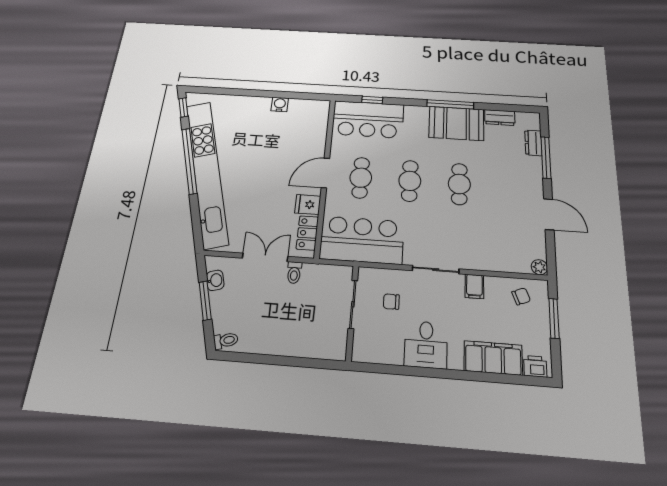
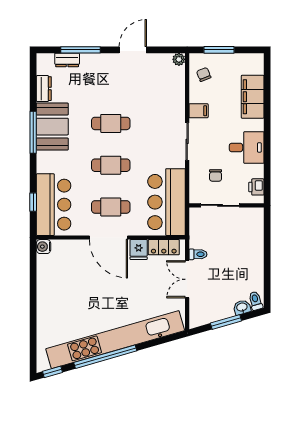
water cooler: (280, 104) -> (44, 247), moved
door: (325, 173) -> (108, 237), width x1.36
washbasin: (215, 280) -> (242, 307), moved
printer: (535, 366) -> (256, 187), moved

